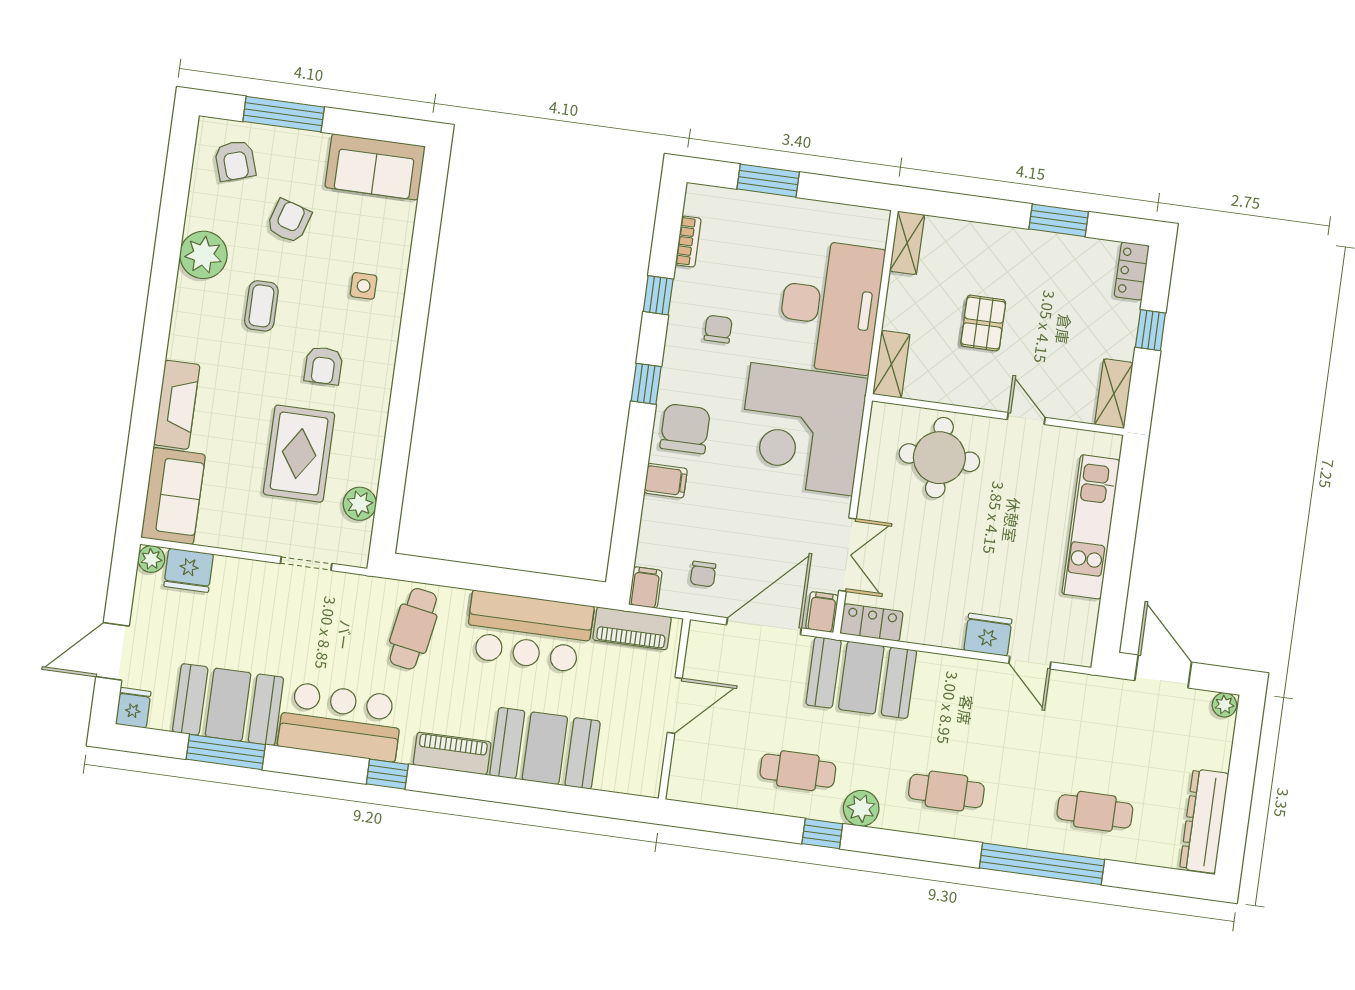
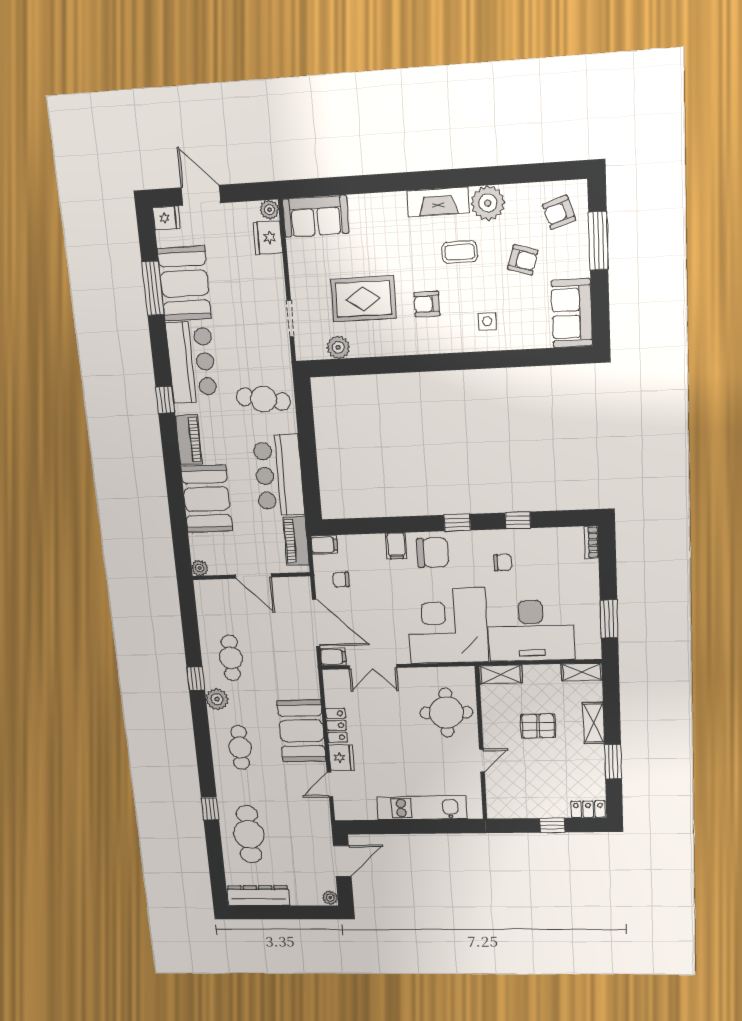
window: (768, 181) -> (609, 619), moved
bookcase: (688, 242) -> (591, 542), moved, turned 90
shelving: (1114, 394) -> (594, 723), moved, turned 90
fireplace: (177, 405) -> (438, 202), moved
locker: (872, 623) -> (336, 725), moved
booth: (861, 678) -> (302, 731), moved
plant: (648, 785) -> (200, 568), added
cafe table: (1095, 811) -> (249, 834), width x1.37, depth x1.35
window: (1042, 864) -> (210, 809), width x0.32

